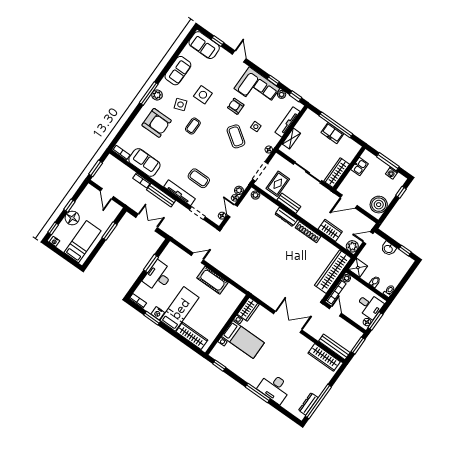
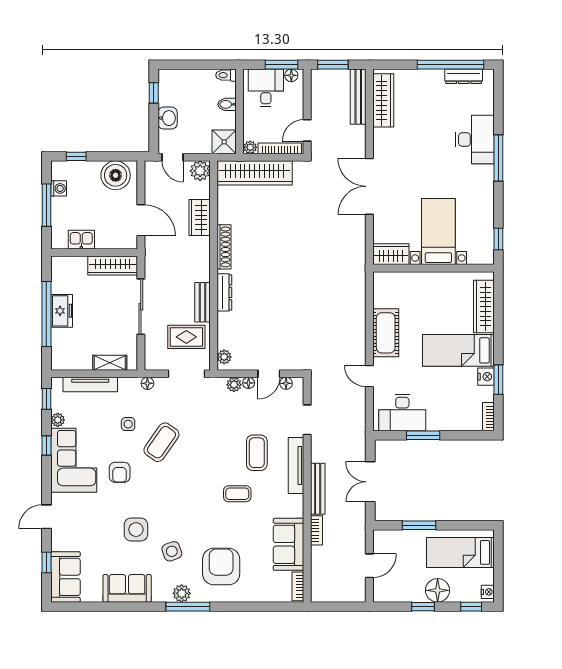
coffee table: (193, 126) -> (237, 494), moved
window: (96, 168) -> (345, 607), removed
desk: (158, 276) -> (402, 413), moved

